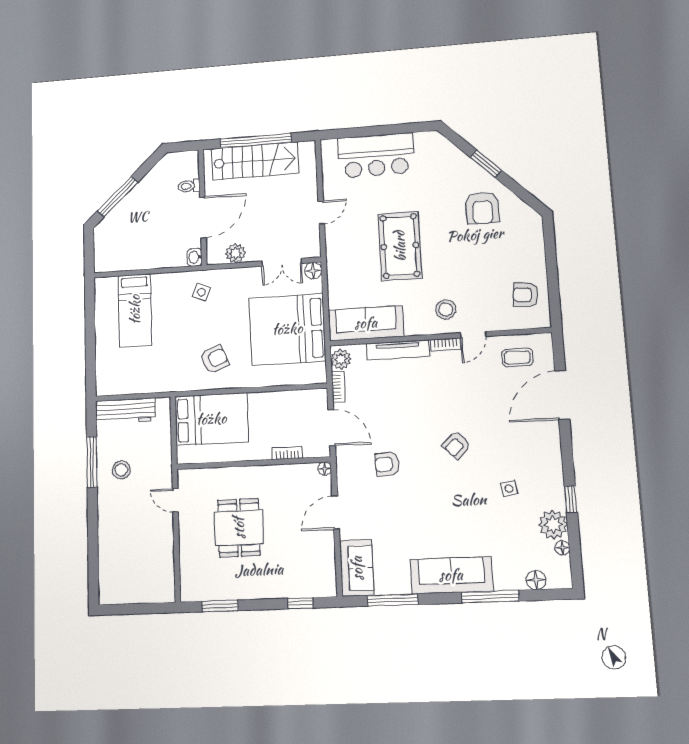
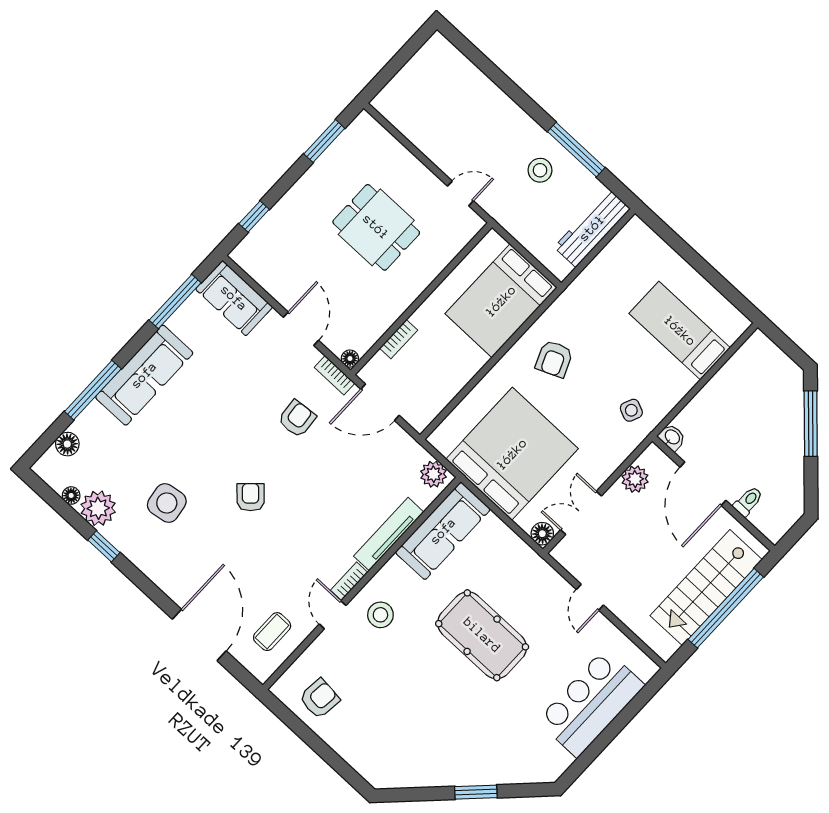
armchair: (482, 208) -> (439, 745), removed
bookcase: (338, 387) -> (335, 375), moved
side table: (509, 489) -> (167, 503), width x1.87, depth x1.87

